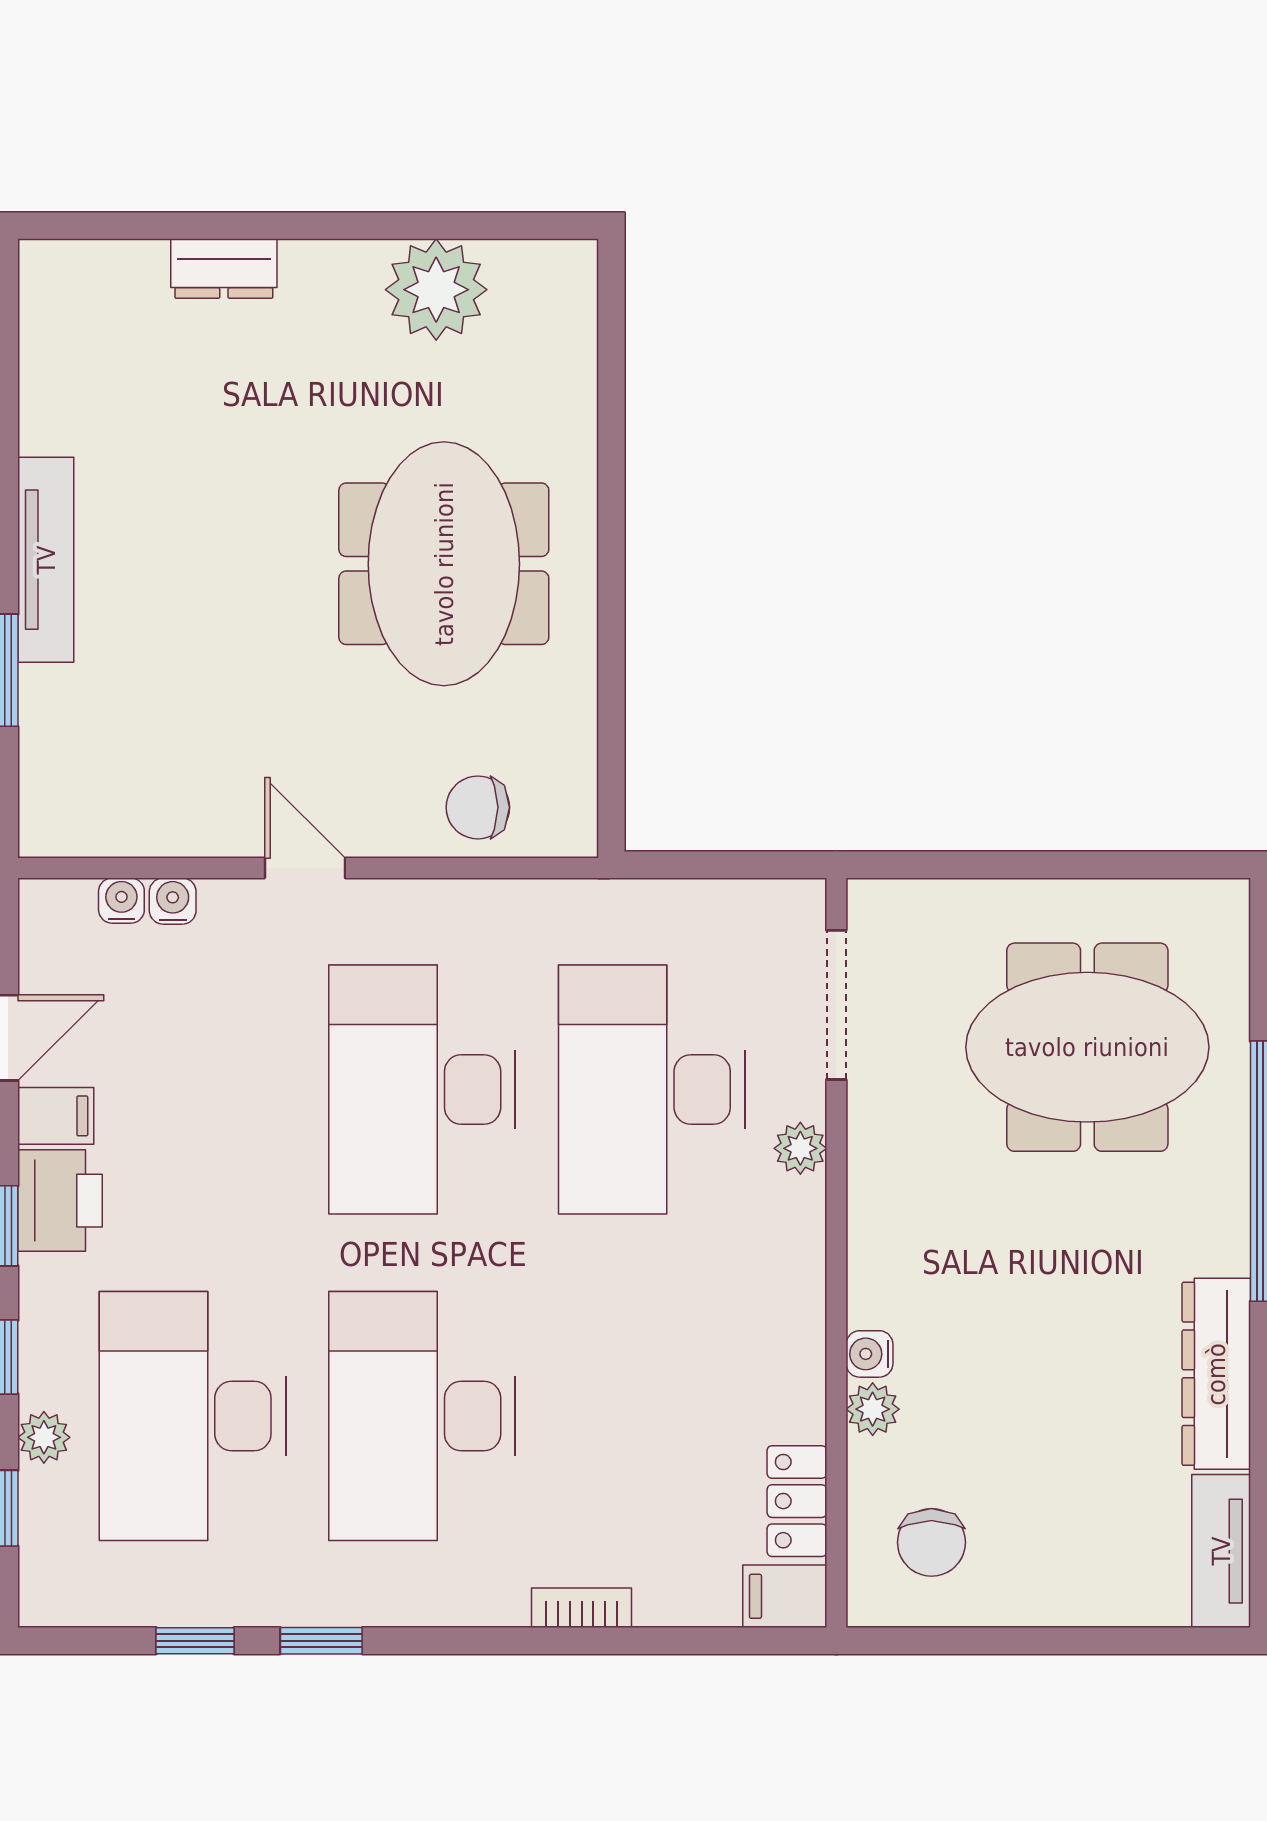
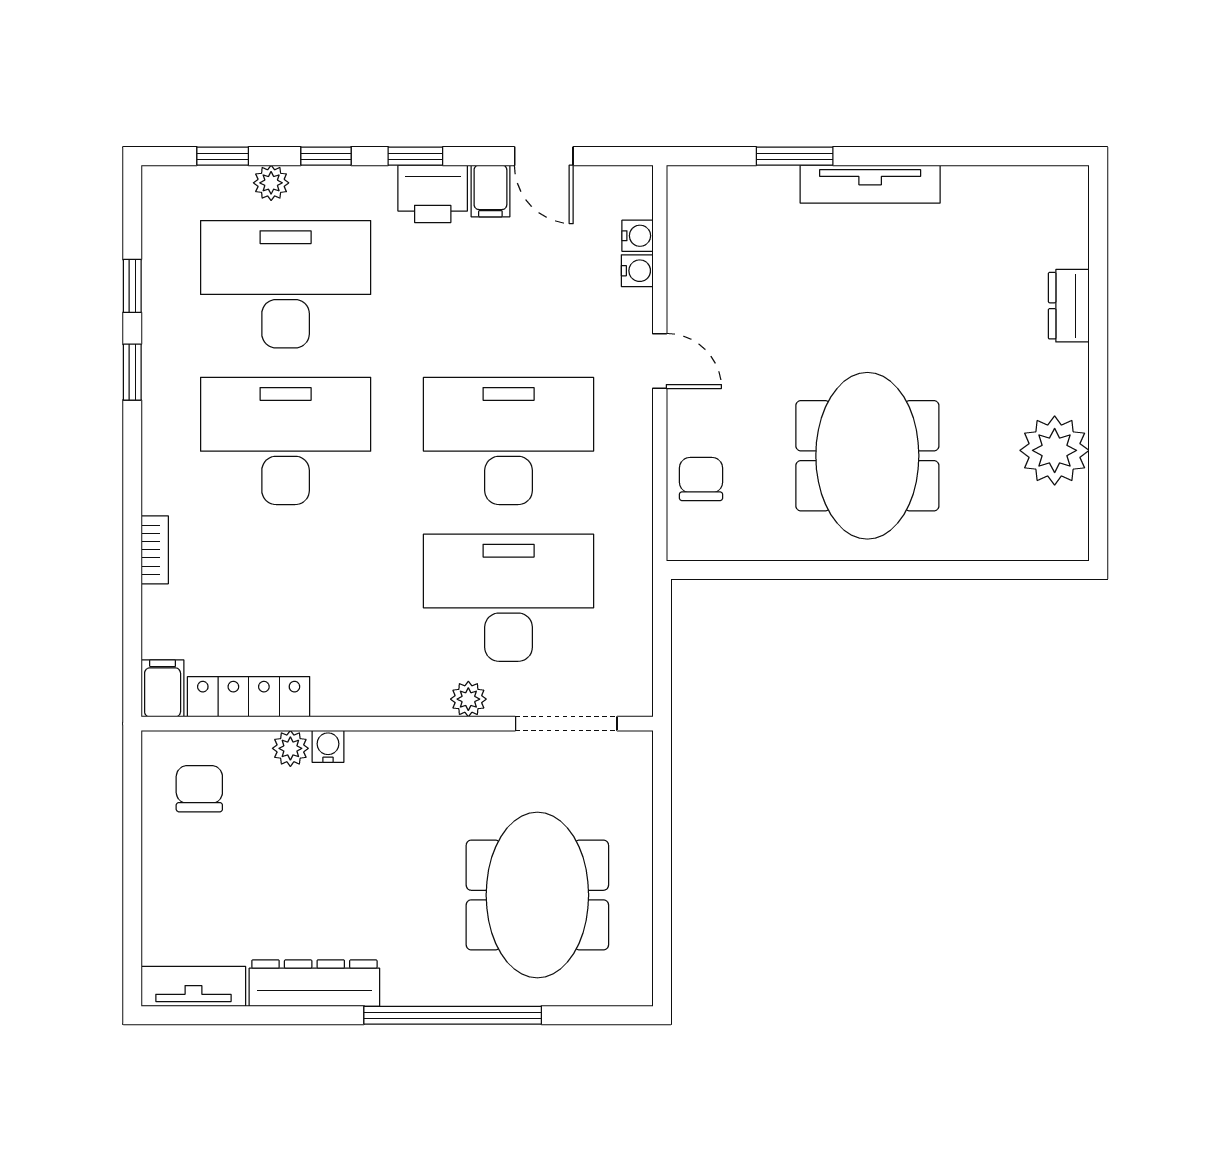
meeting table: (444, 564) -> (867, 456), turned 90
door: (305, 868) -> (660, 361), hinge flipped
locker: (797, 1501) -> (249, 697), width x1.53
chair: (931, 1542) -> (199, 789), turned 90

